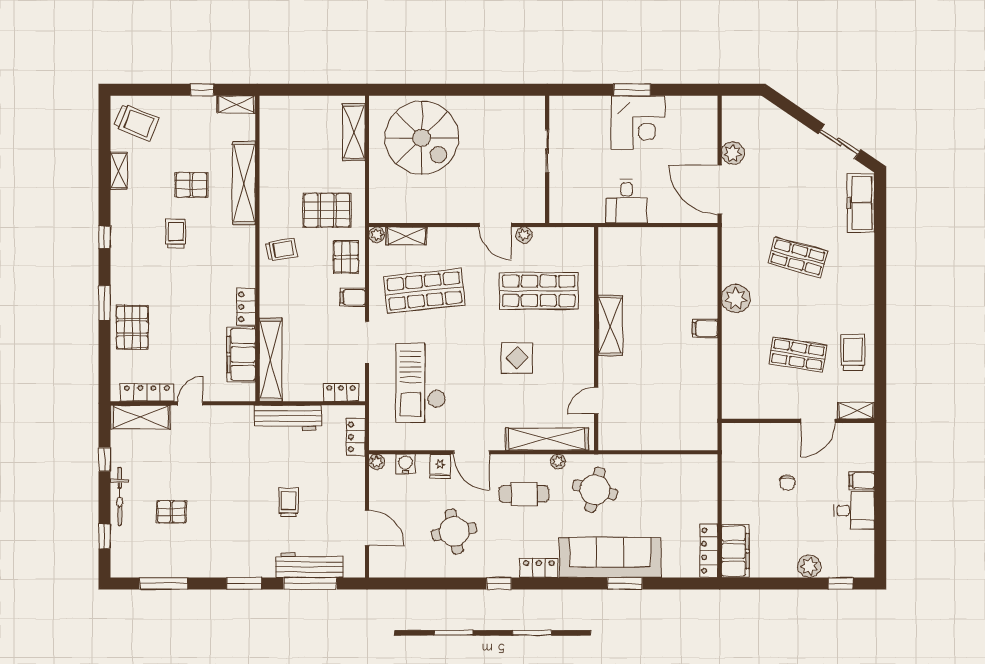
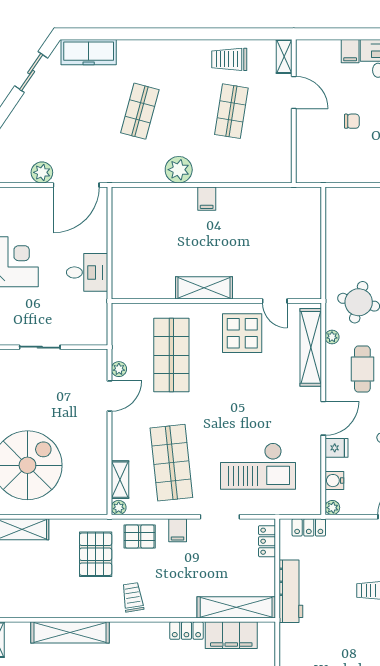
display table: (517, 358) -> (242, 333), moved, width x1.36, depth x1.36

